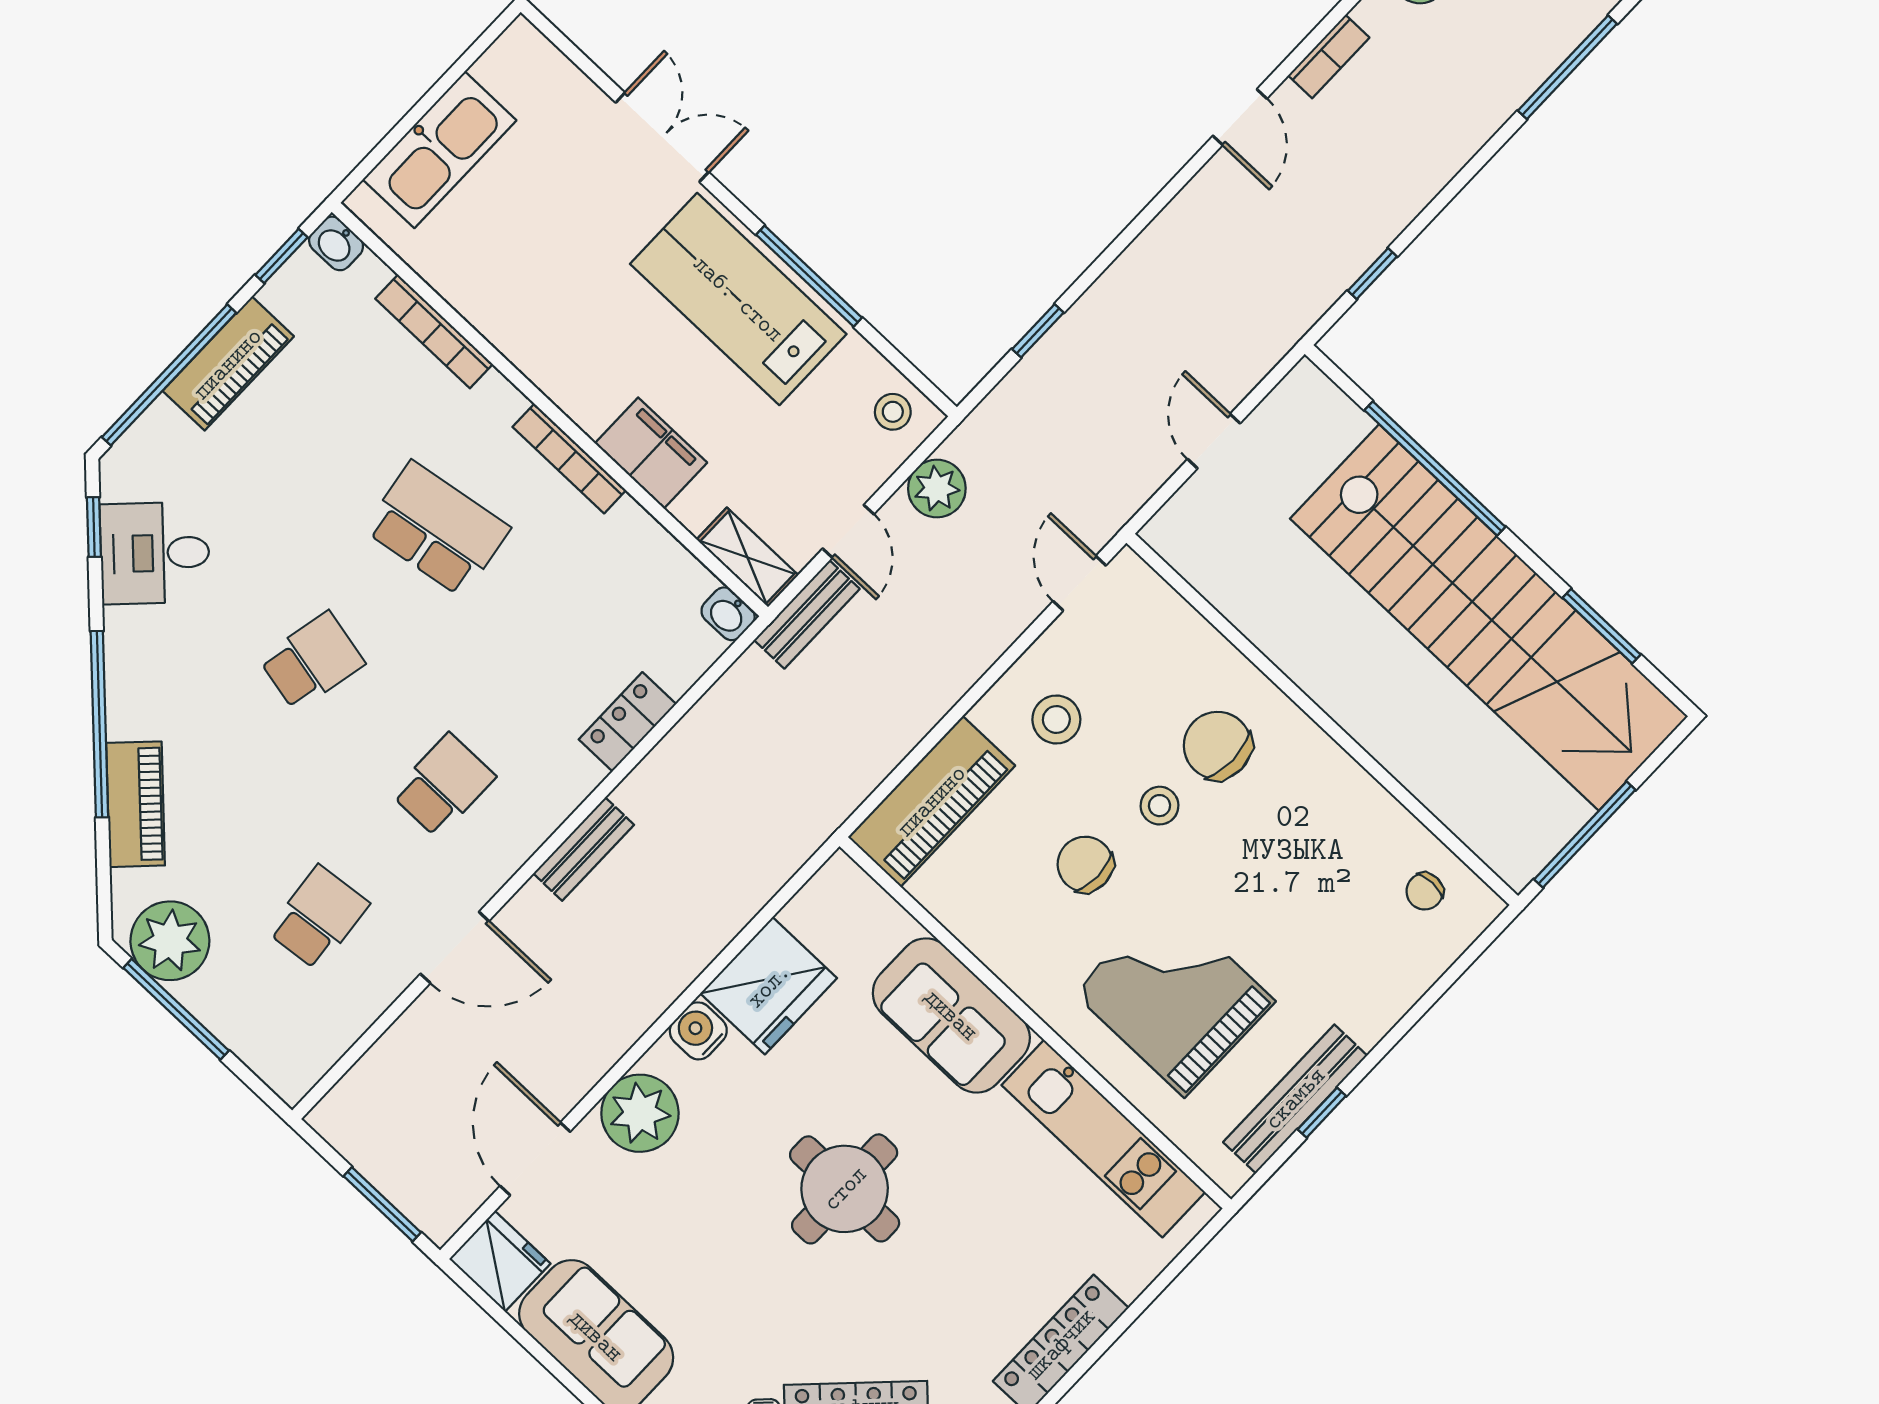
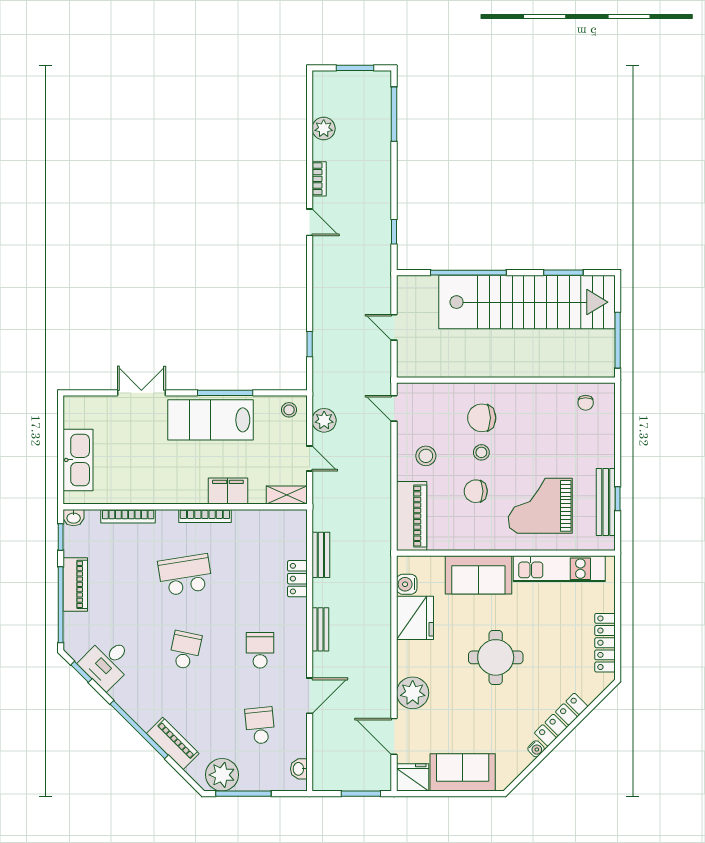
washbasin: (728, 614) -> (299, 769), moved, turned 90
bench: (807, 614) -> (321, 555), moved
water cooler: (698, 1031) -> (407, 584), moved

